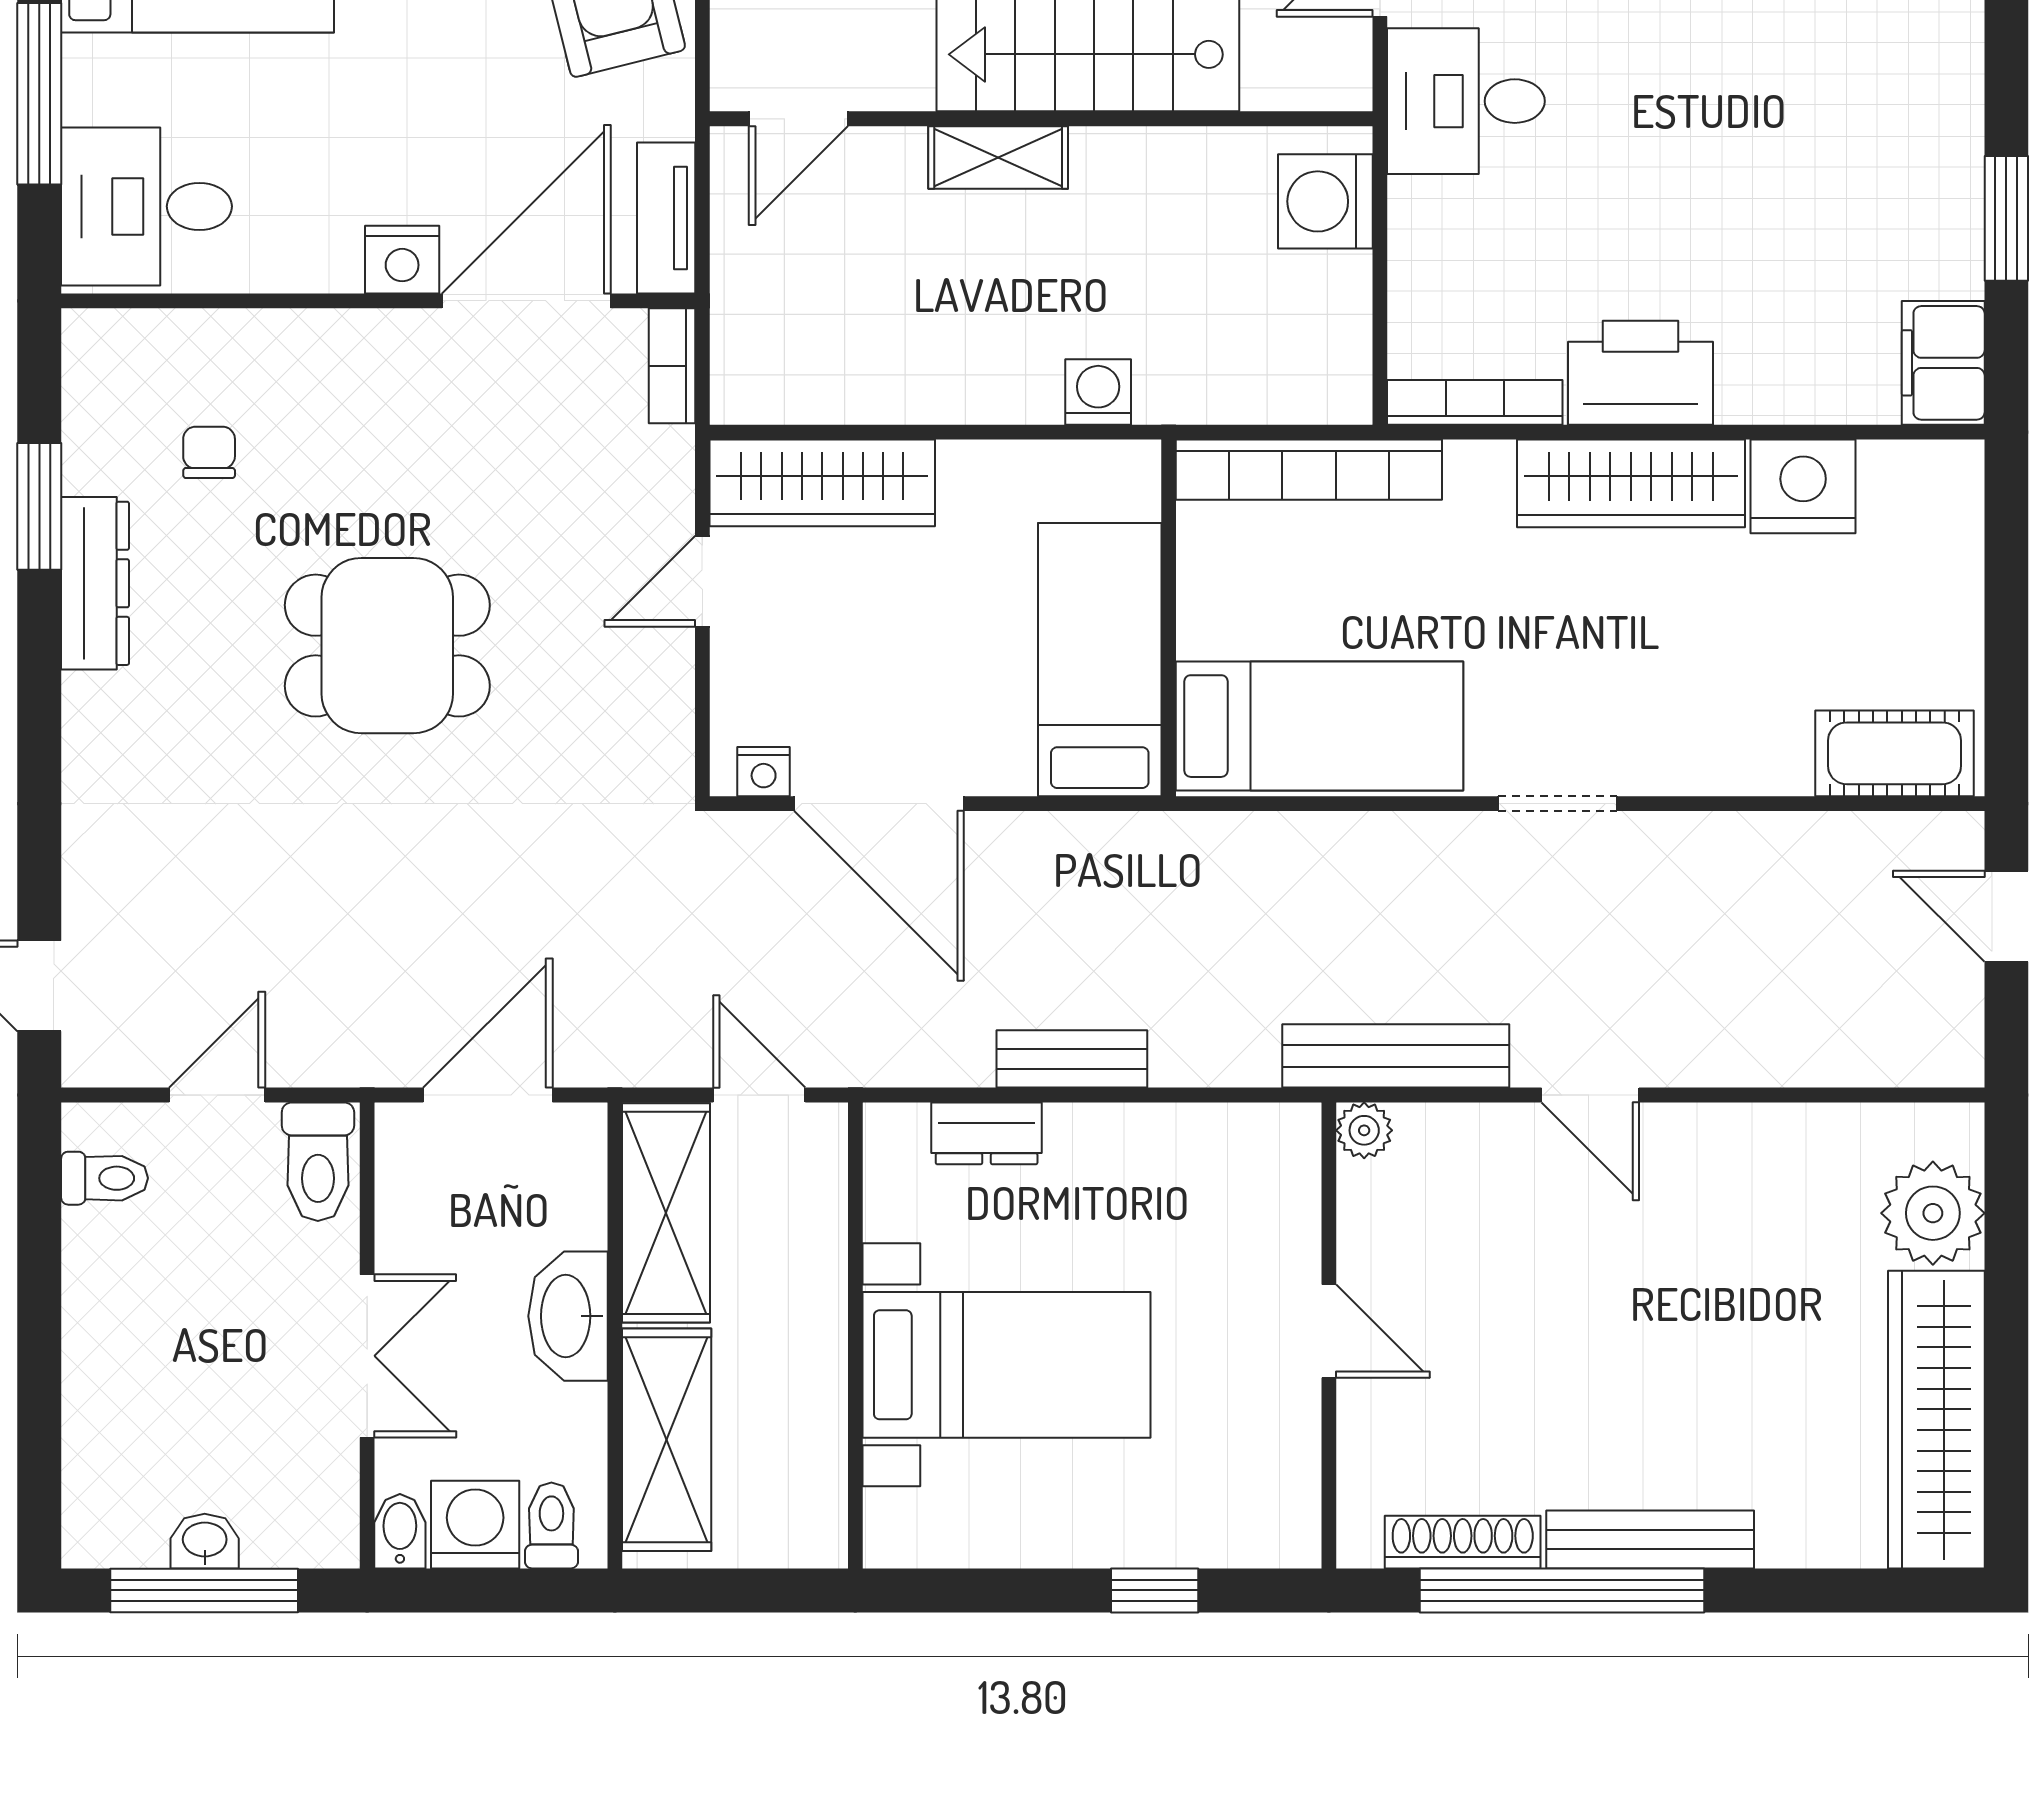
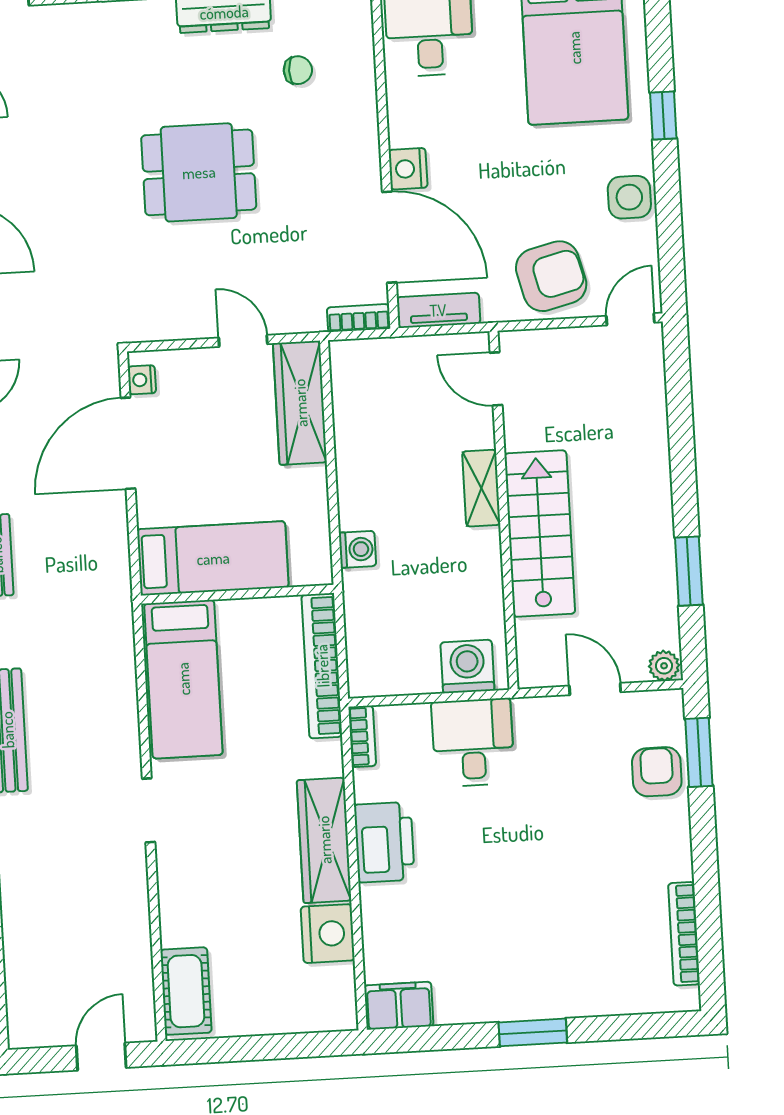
desk: (1466, 101) -> (473, 742), moved
window: (2006, 218) -> (533, 1032), moved
bookcase: (1475, 402) -> (362, 736), width x0.64
dining table: (387, 646) -> (199, 172), turned 90

